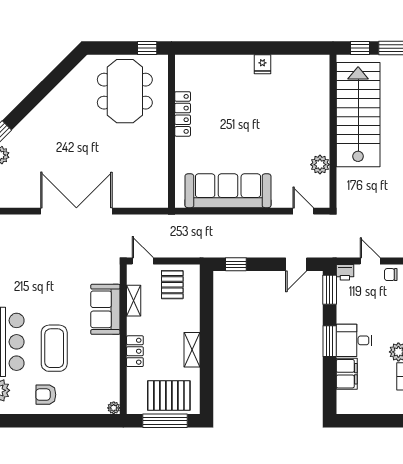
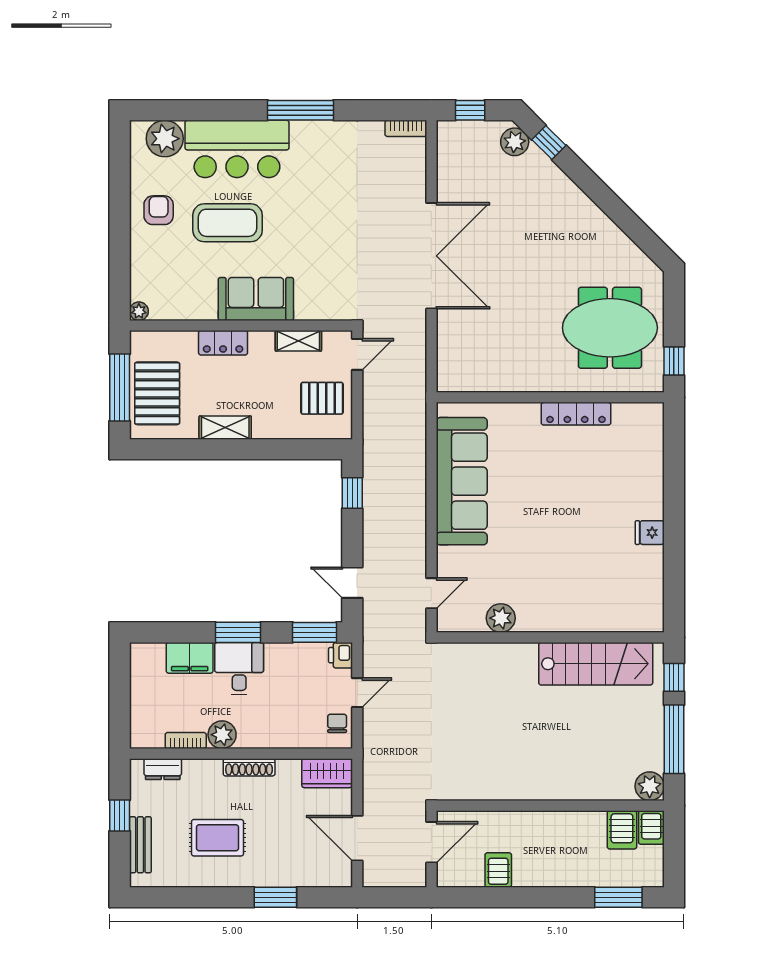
stairs: (358, 115) -> (596, 664), width x0.73, depth x0.66
sofa: (105, 309) -> (256, 299), moved

